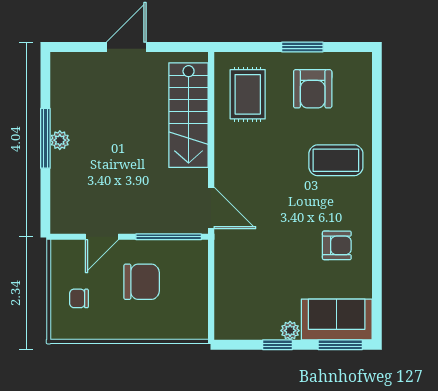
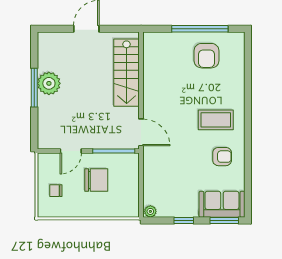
window: (302, 47) -> (200, 29), width x2.11
rug: (248, 94) -> (165, 59), removed
plant: (60, 140) -> (49, 83), width x1.87, depth x1.87
coffee table: (336, 160) -> (216, 120), moved
plant: (290, 331) -> (150, 211), moved

